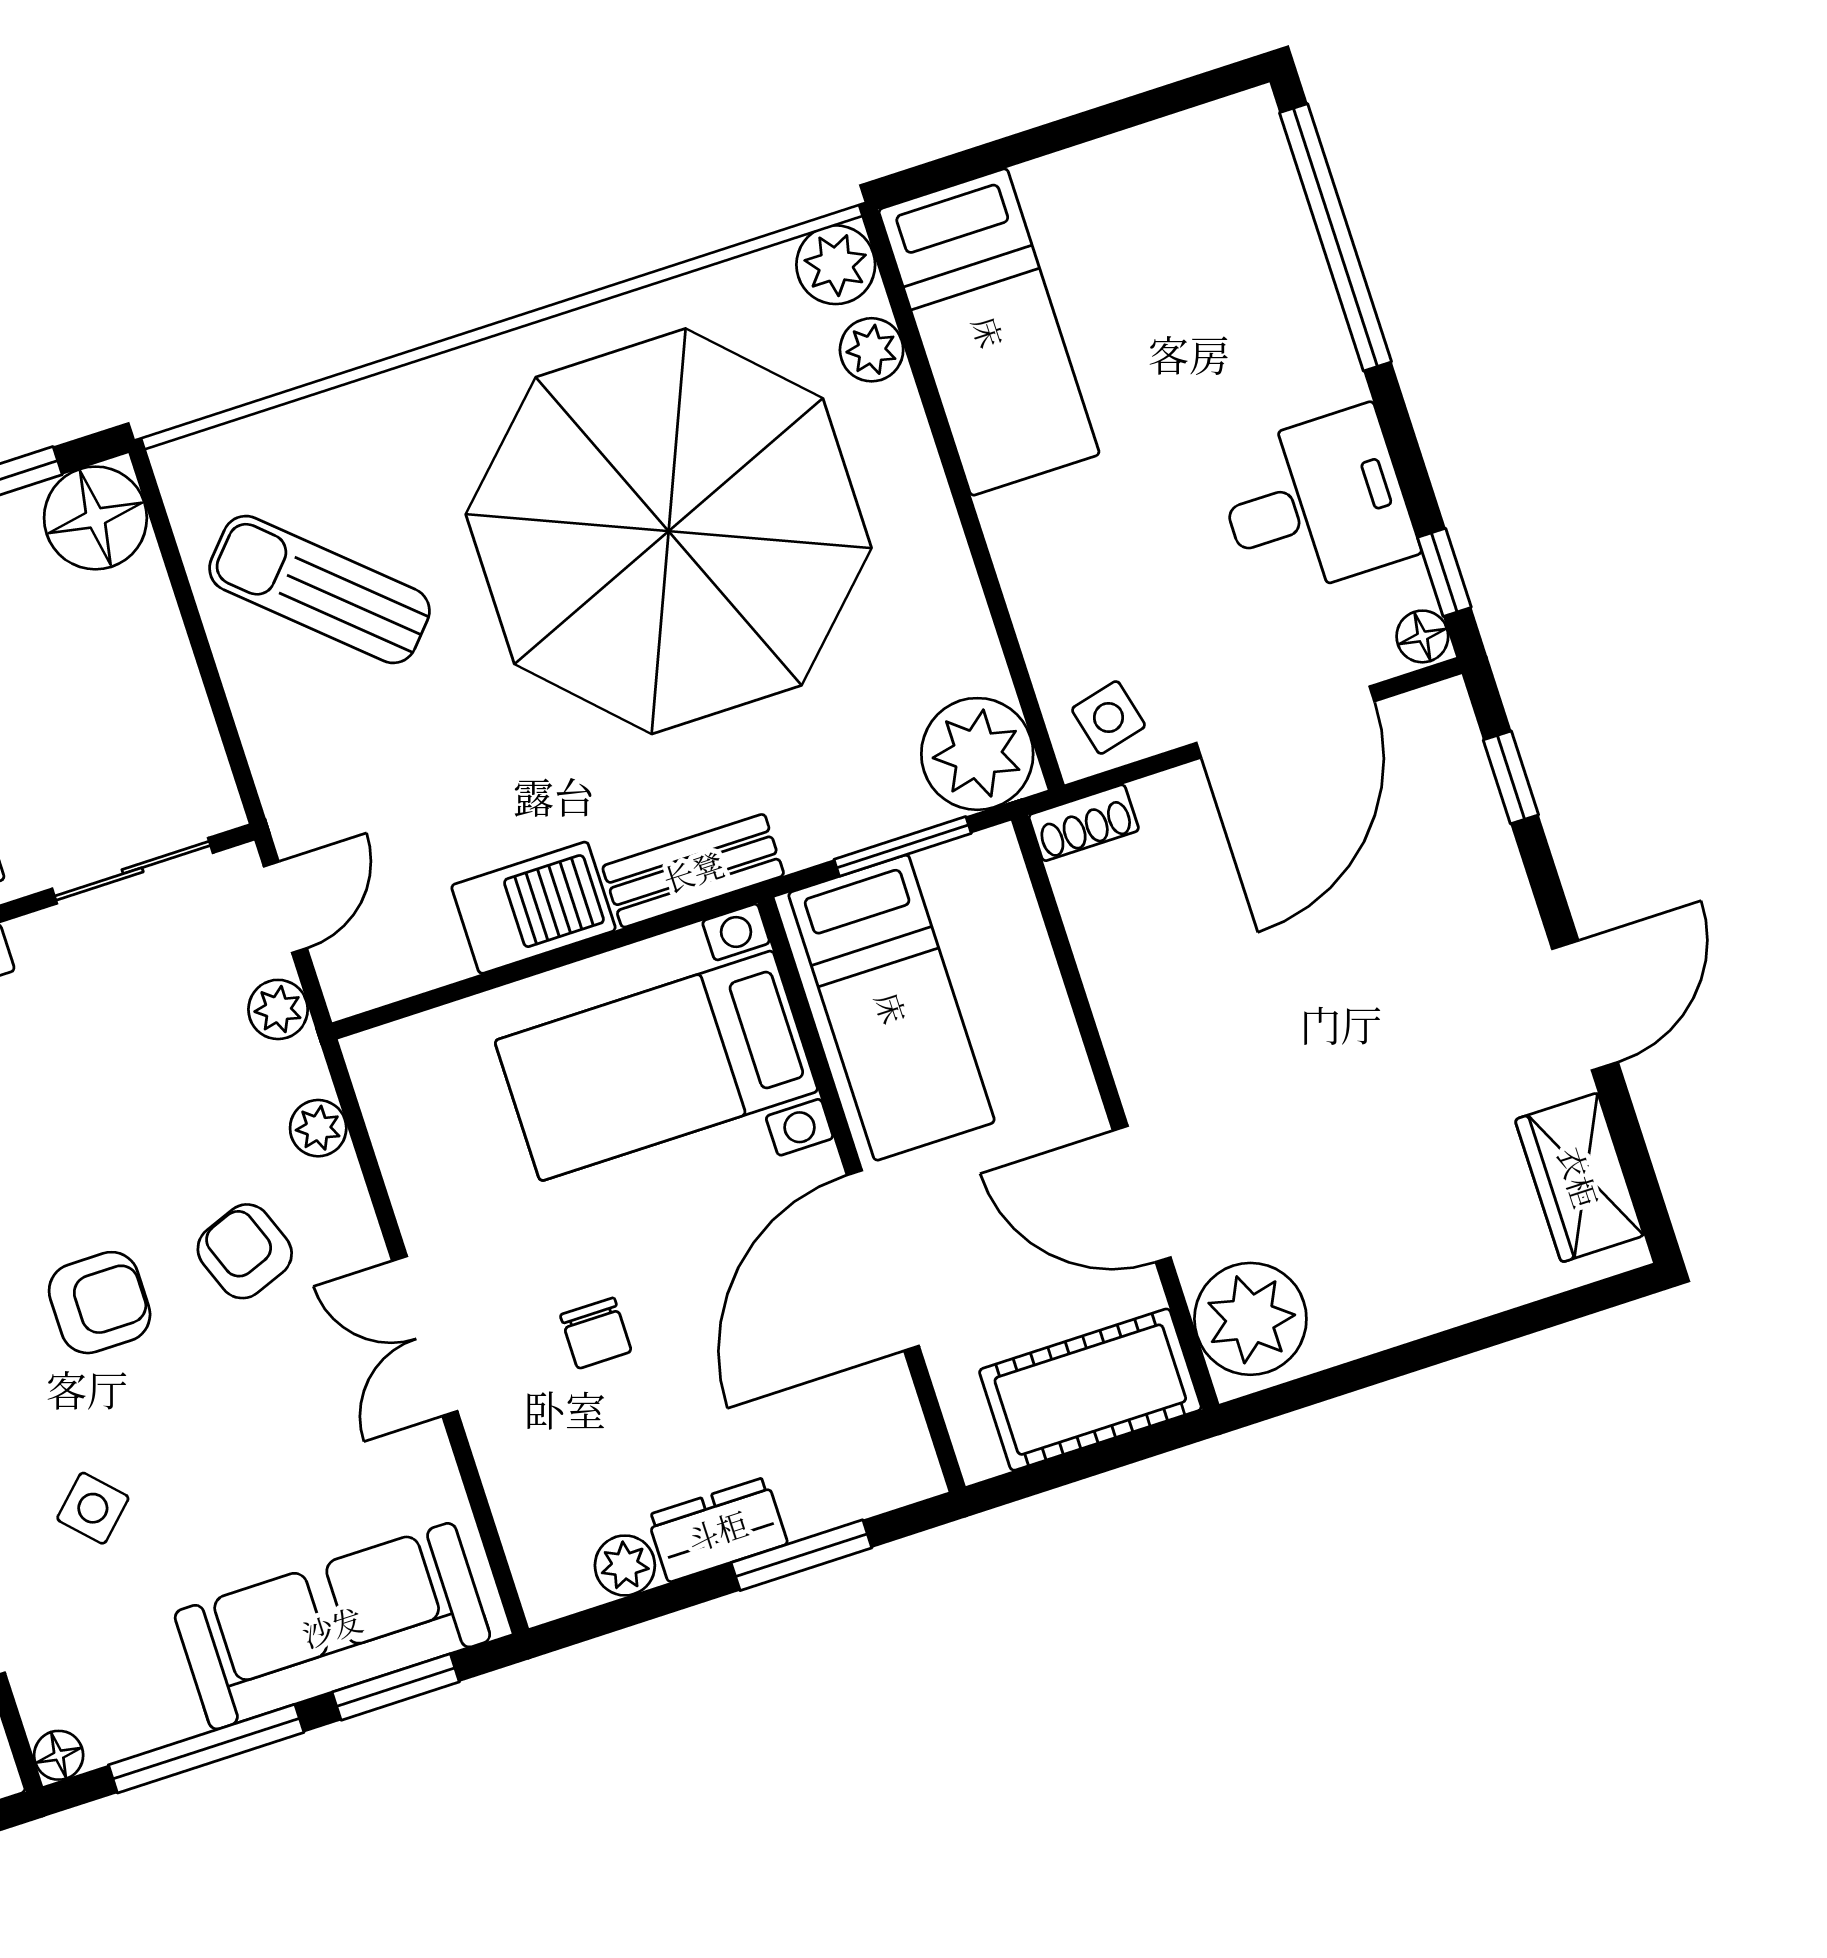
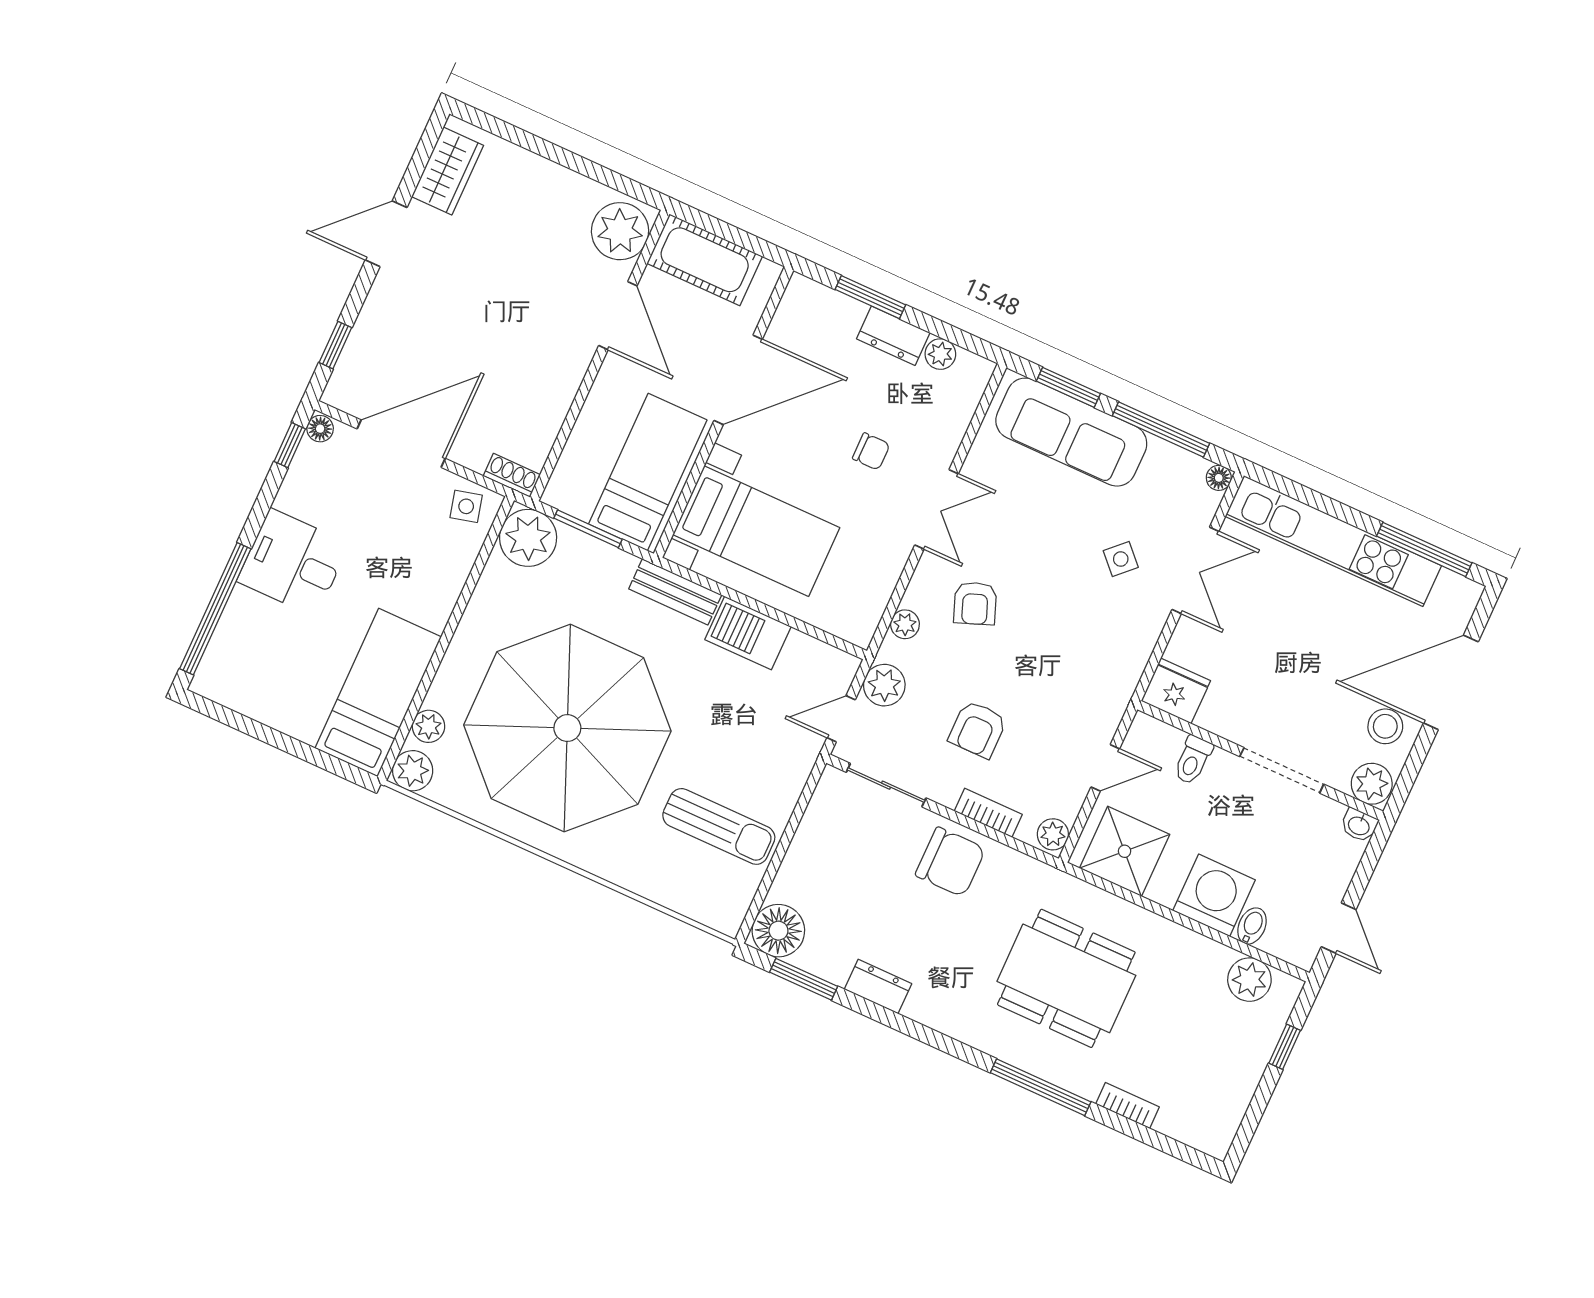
desk: (1315, 504) -> (293, 563), moved
sun lounger: (319, 590) -> (719, 826), turned -42
plant: (278, 1009) -> (884, 685), width x1.38, depth x1.38
armchair: (100, 1303) -> (978, 729), moved, turned -90
chair: (596, 1333) -> (871, 451), turned 90

